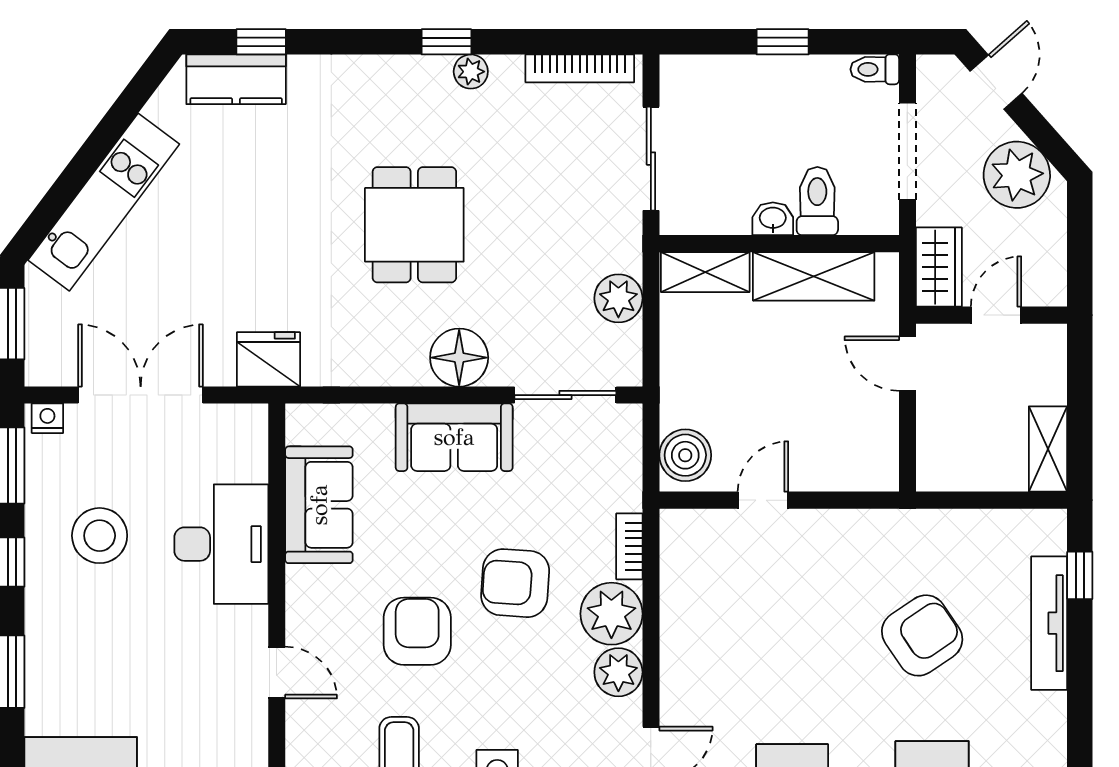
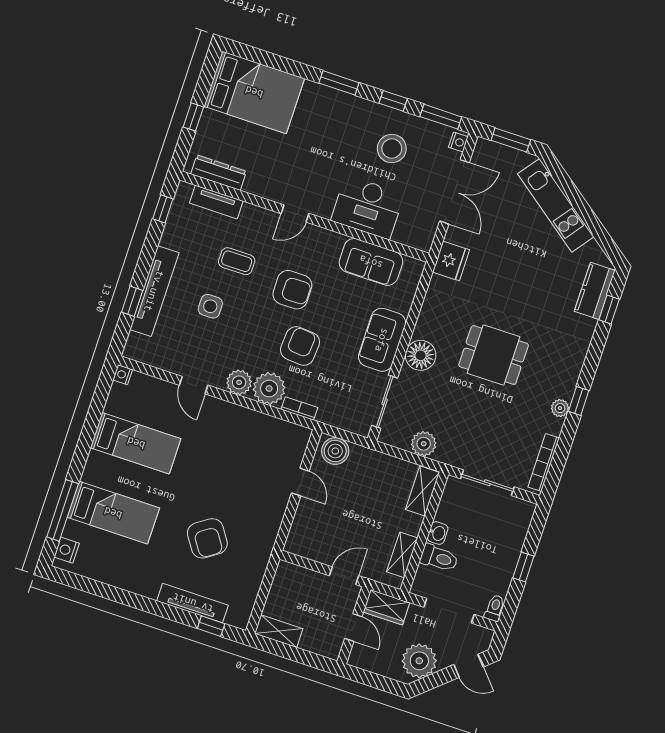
shelving: (814, 276) -> (402, 555), width x0.67, depth x0.75

